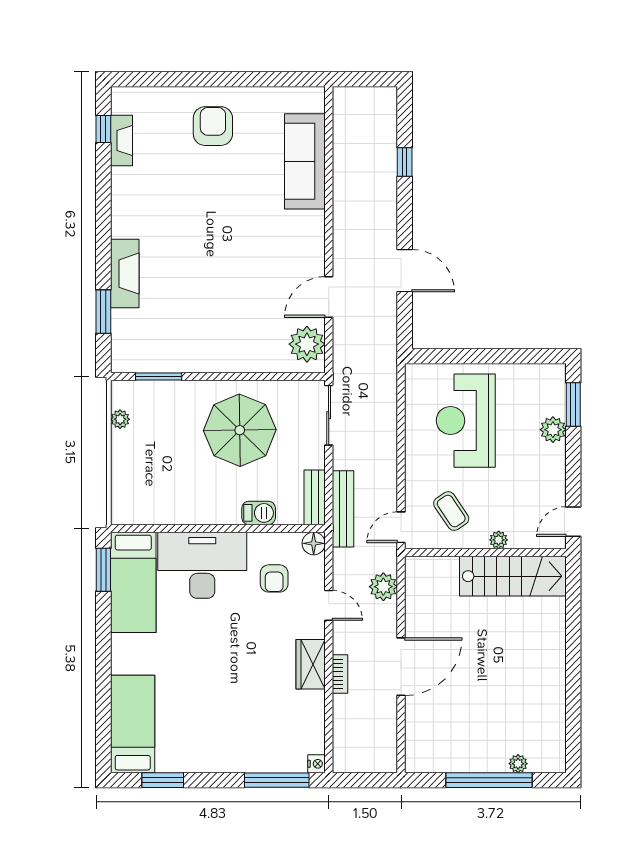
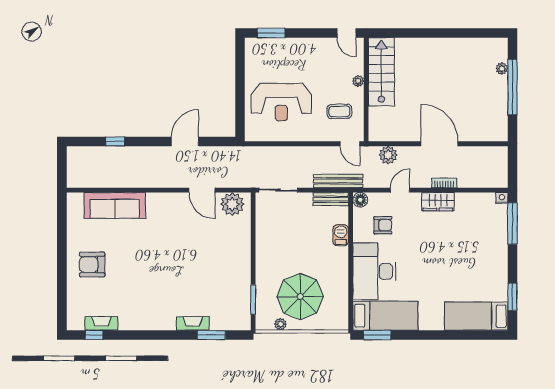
fireplace: (125, 274) -> (193, 323), width x0.73, depth x0.76
parasol: (240, 430) -> (300, 297), moved
plant: (553, 430) -> (287, 46), removed
coffee table: (451, 511) -> (339, 111), turned 33

